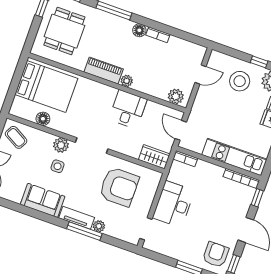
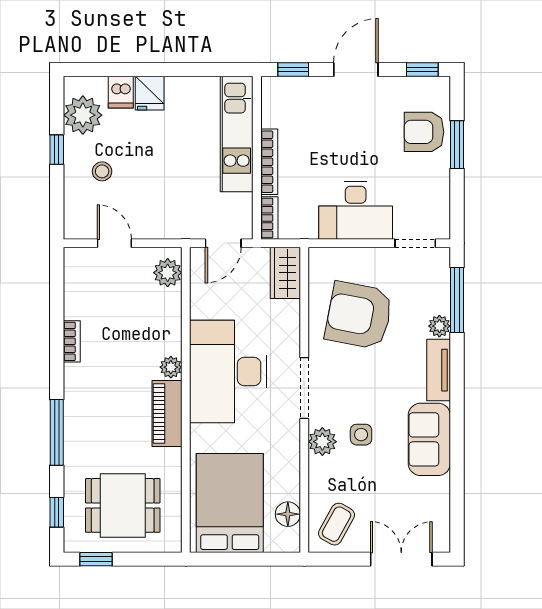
floor lamp: (139, 30) -> (75, 376), removed
stool: (240, 81) -> (102, 171), width x0.53, depth x0.53
desk: (128, 109) -> (228, 371), width x1.87, depth x1.30
floor lamp: (43, 119) -> (288, 514), moved
bookcase: (241, 178) -> (269, 162), moved
armchair: (119, 187) -> (359, 315), turned -79
window: (84, 231) -> (457, 300), moved
armchair: (216, 255) -> (424, 132), moved

